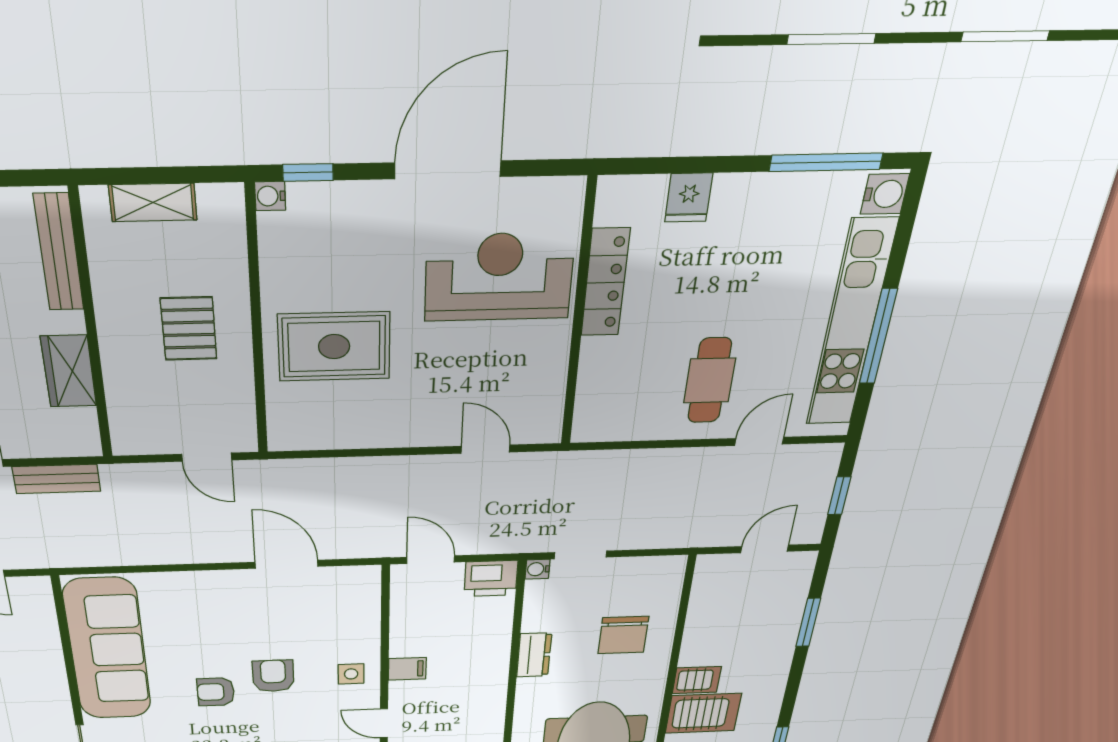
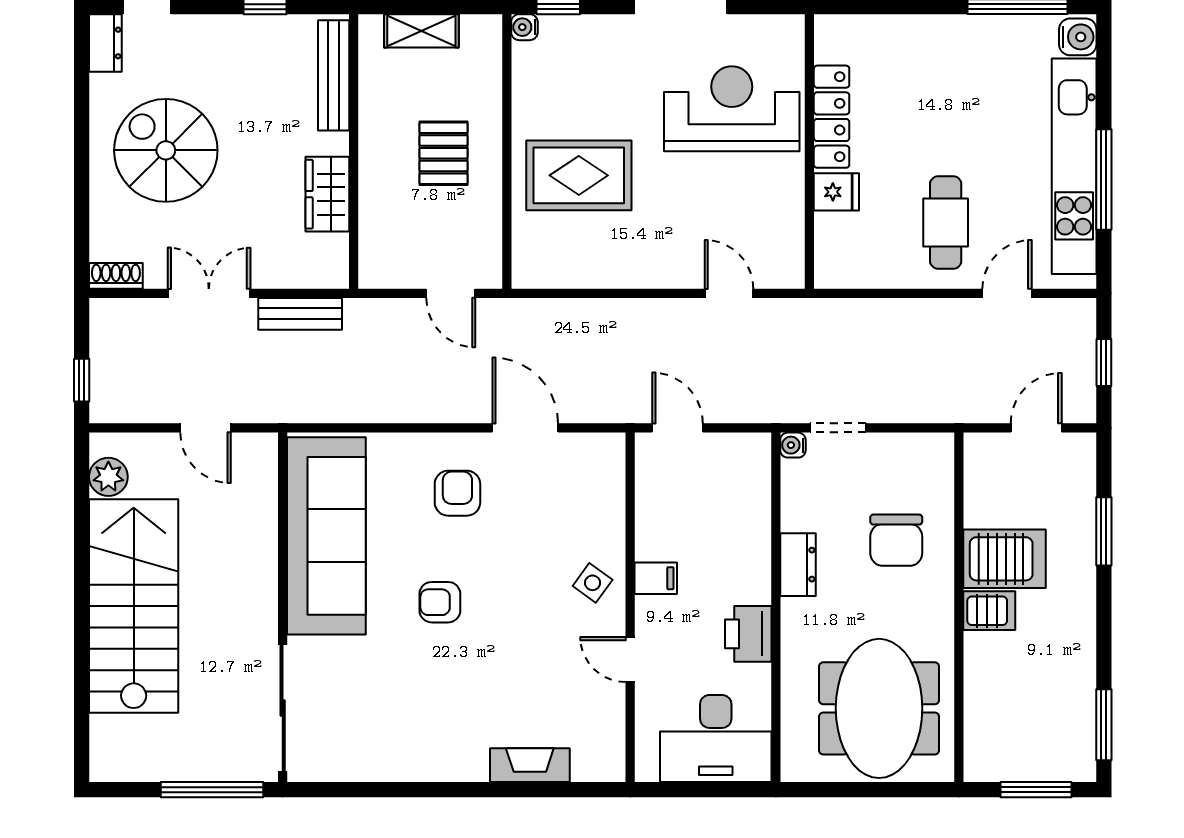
fridge: (689, 198) -> (836, 192), moved, turned -90
printer: (491, 579) -> (748, 634), moved, turned 90
side table: (351, 674) -> (593, 583), turned 36
armchair: (273, 676) -> (457, 493), moved
server rack: (703, 713) -> (1004, 559), moved

